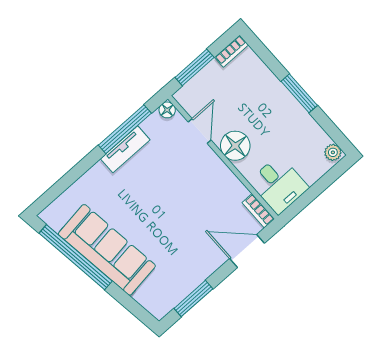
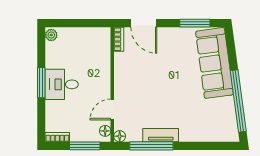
floor lamp: (235, 146) -> (105, 131), moved, width x0.53, depth x0.53
desk: (279, 185) -> (62, 84), moved, turned -90
sofa: (107, 250) -> (214, 63), moved

